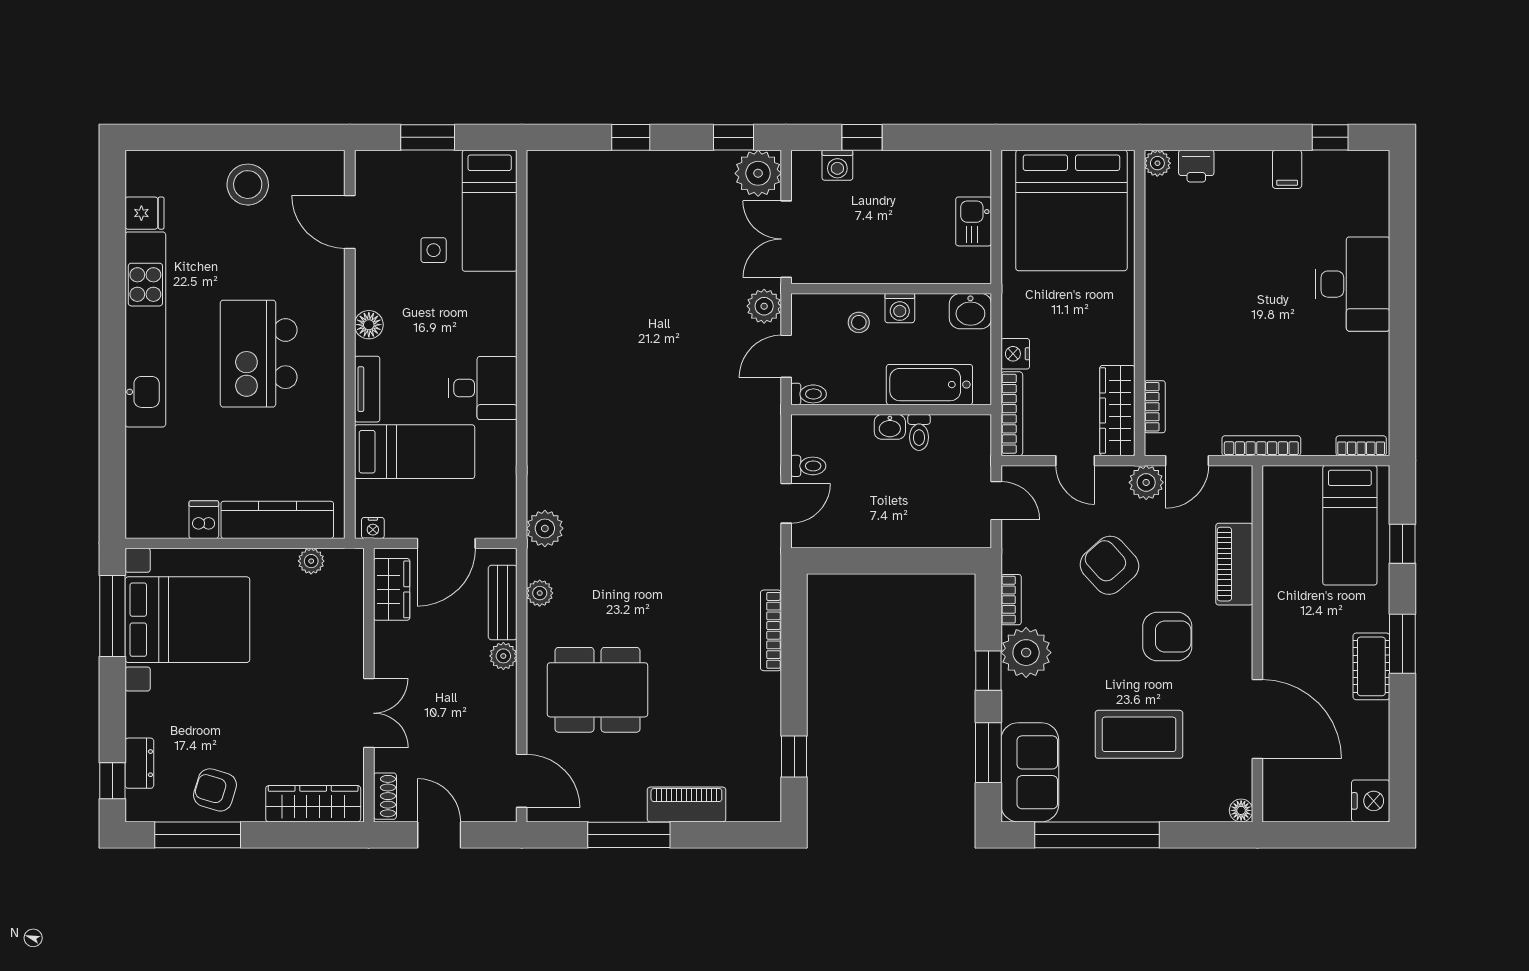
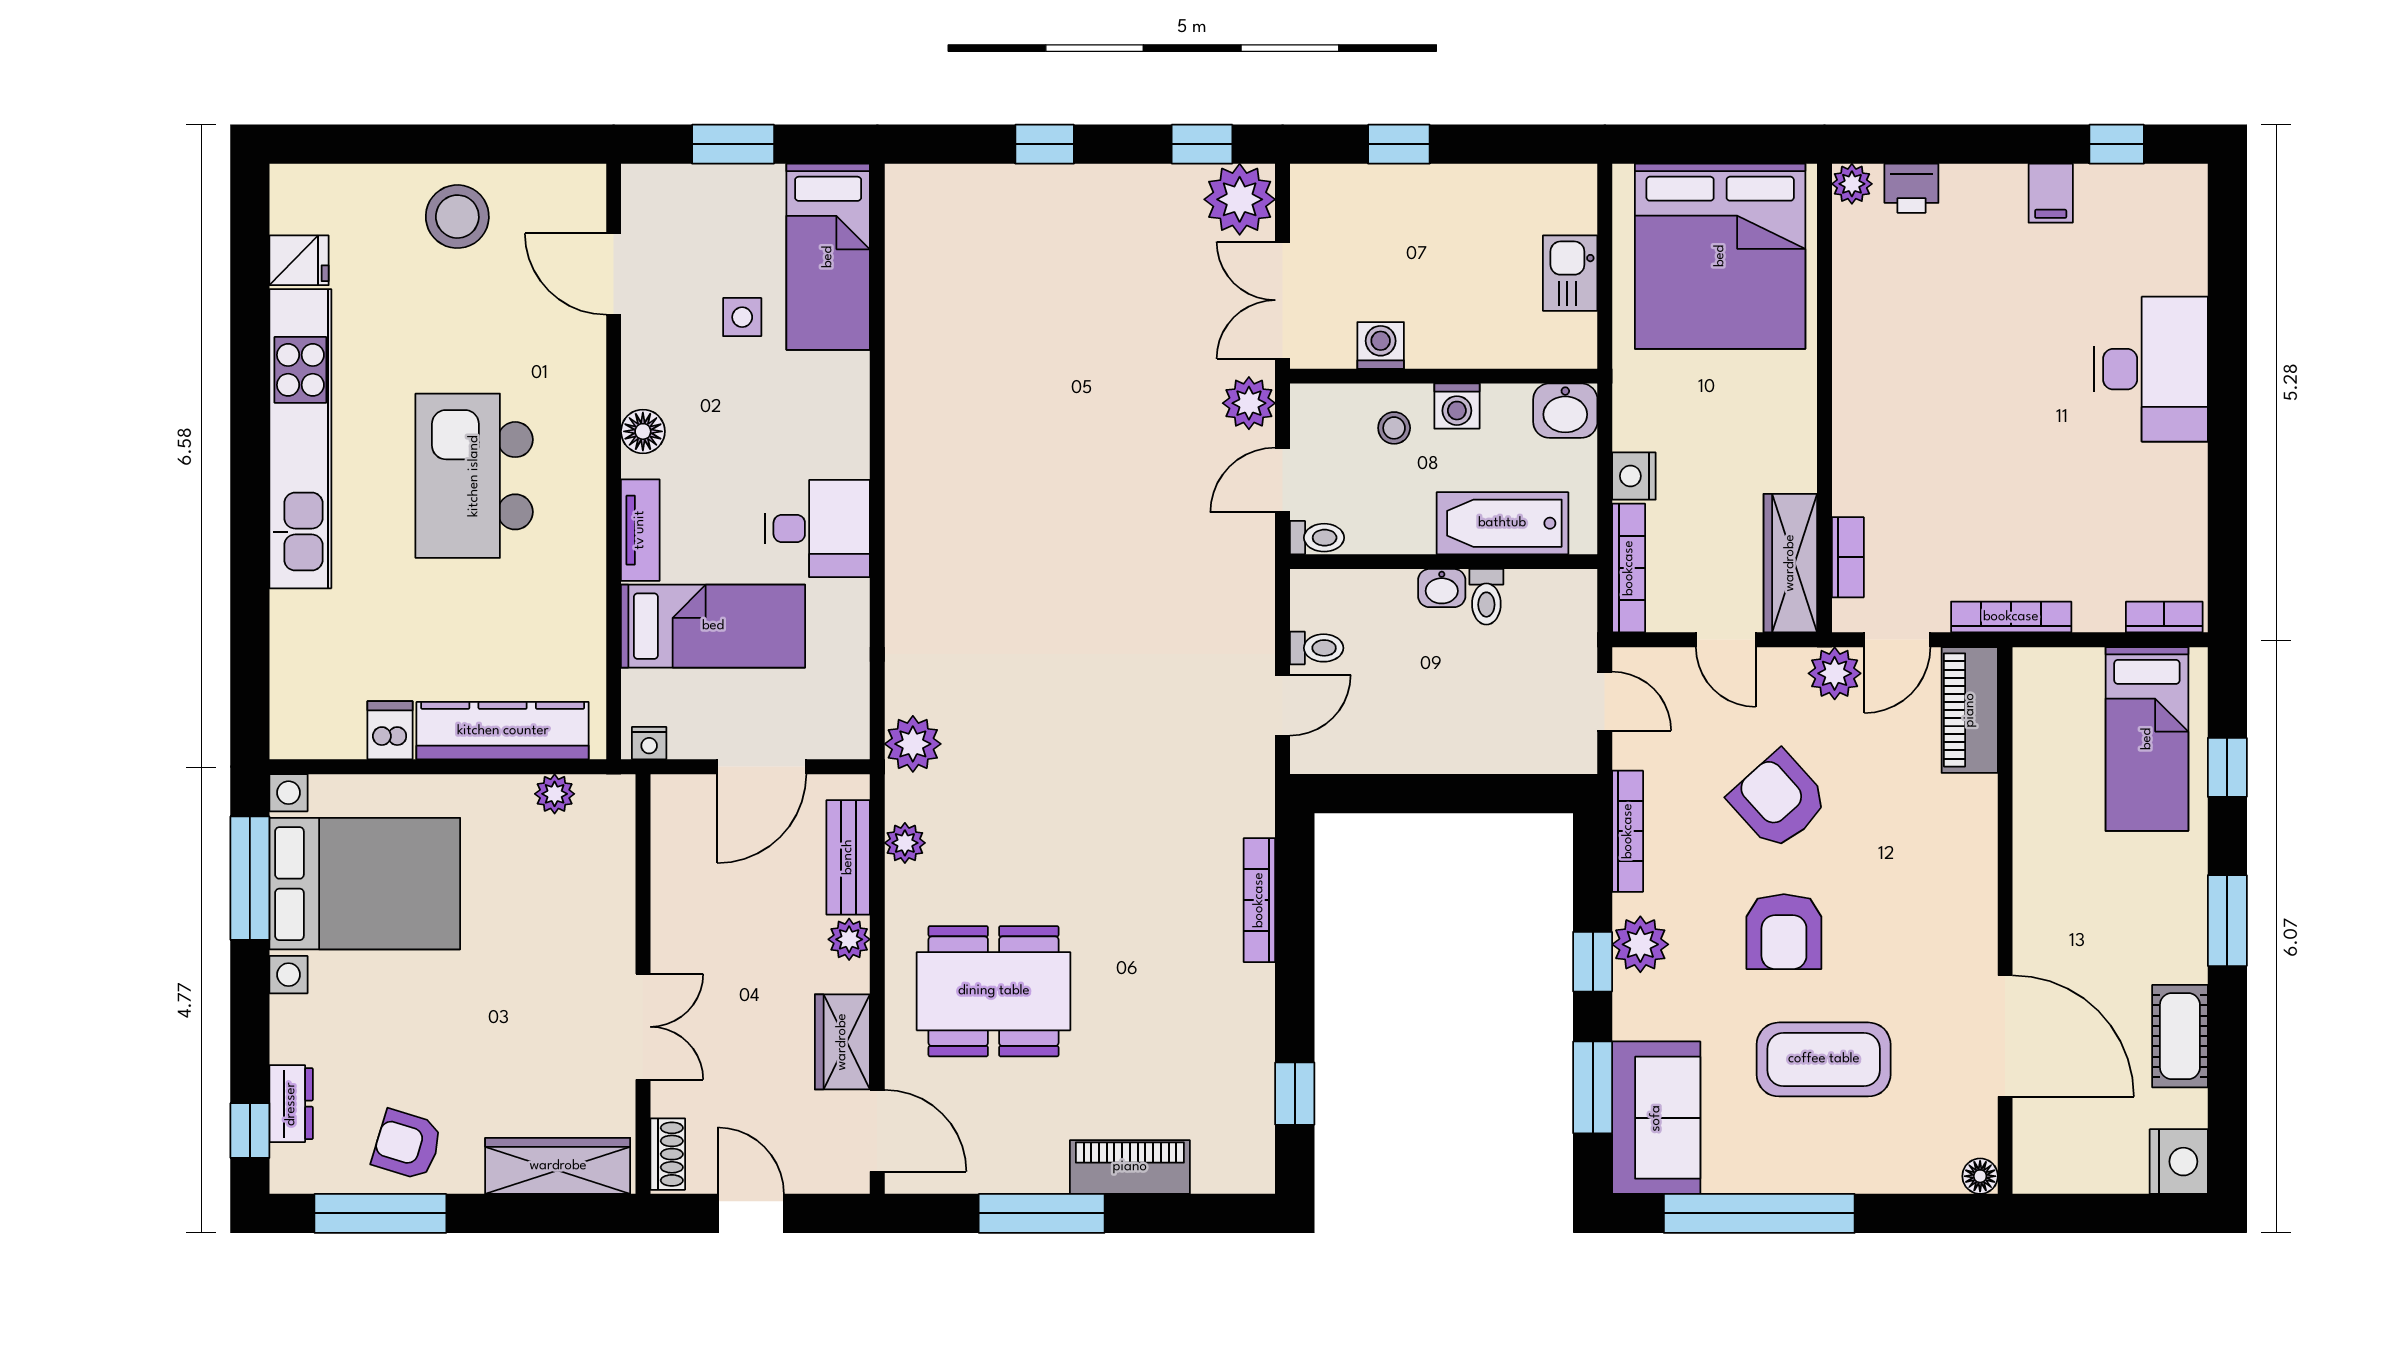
washing machine: (837, 165) -> (1381, 345), moved, turned 180
piano: (1234, 564) -> (1970, 710), moved
wardrobe: (392, 589) -> (842, 1042), moved, turned 180
bookcase: (1011, 600) -> (1628, 831), width x1.56
armchair: (1167, 637) -> (1784, 932), moved, turned 90
plant: (1026, 653) -> (1640, 944), width x0.73, depth x0.73
cot: (1371, 666) -> (2180, 1036), moved

